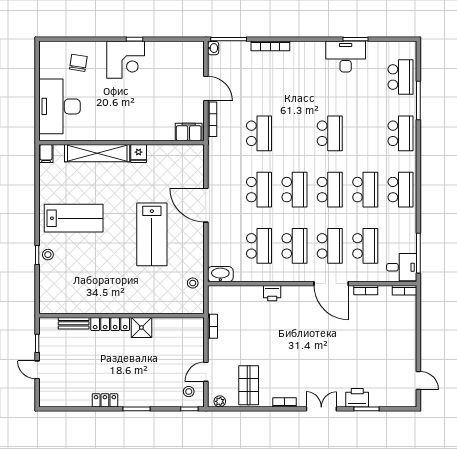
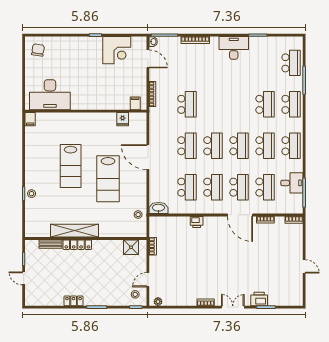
desk: (346, 57) -> (234, 48), moved
corner desk: (126, 60) -> (117, 50), moved
chair: (78, 63) -> (38, 50), moved
door: (206, 88) -> (148, 59), moved
desk: (59, 106) -> (50, 95), moved, turned -90
filing cabinet: (189, 132) -> (135, 103), width x0.50
school desk: (330, 133) -> (265, 104), moved
shelving: (97, 153) -> (75, 231), moved
fridge: (139, 153) -> (123, 119), moved
lab bench: (74, 218) -> (71, 166), moved, turned 90
desk: (402, 267) -> (292, 183), moved
shower: (141, 328) -> (131, 247), moved
door: (418, 381) -> (304, 266), moved
shop shelf: (249, 385) -> (179, 290), removed

